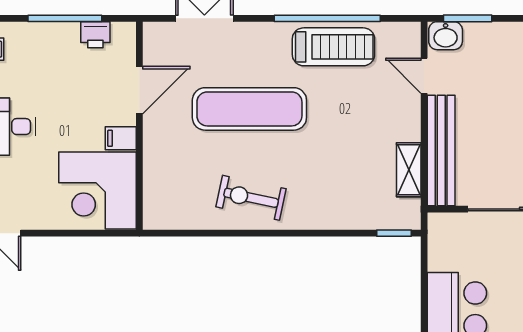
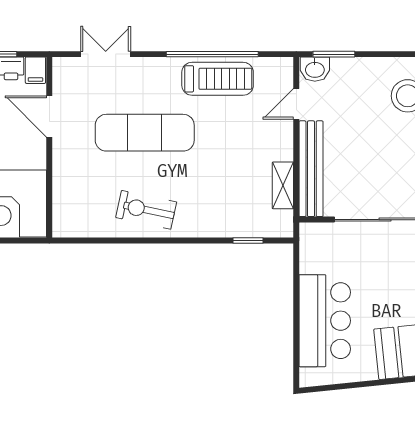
door: (424, 76) -> (296, 104), hinge flipped
door: (139, 90) -> (49, 116), swing flipped
filing cabinet: (121, 138) -> (35, 70), moved, turned -90
window: (394, 233) -> (248, 240), moved

